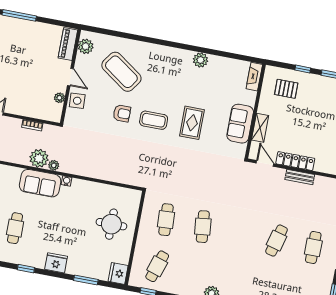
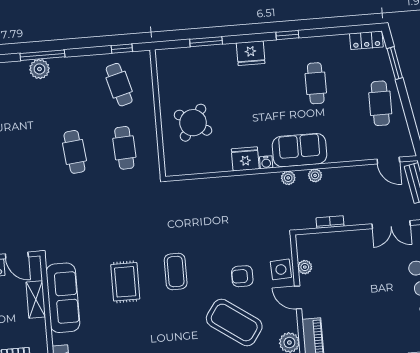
armchair: (122, 113) -> (242, 276), moved
coffee table: (154, 120) -> (176, 271), turned 90
sofa: (240, 124) -> (63, 298), width x1.36
plant: (39, 158) -> (315, 175), width x0.53, depth x0.53
round table: (111, 224) -> (193, 123), turned 34
cafe table: (157, 266) -> (119, 85), turned -33
fridge: (118, 273) -> (245, 159), moved, turned -90

